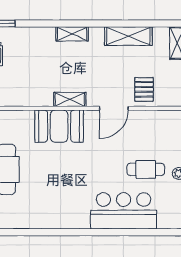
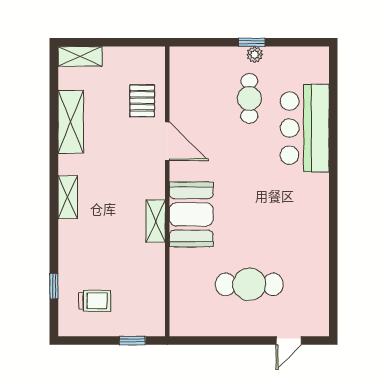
pallet: (144, 89) -> (142, 101), turned 90
shelving: (70, 99) -> (156, 221), moved

